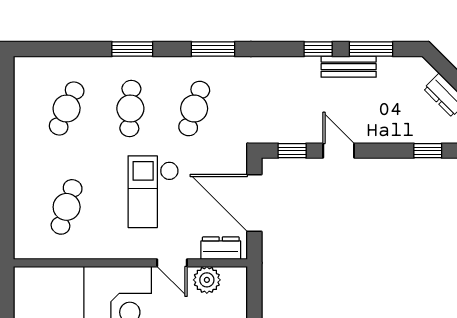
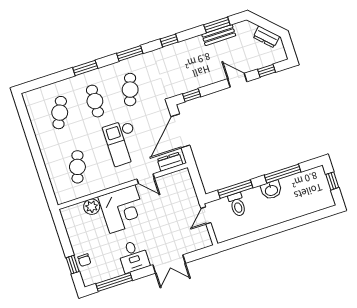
window: (318, 49) -> (169, 41), moved
bench: (349, 67) -> (219, 35), moved
door: (339, 151) -> (237, 80), moved
door: (254, 203) -> (180, 131), hinge flipped
plant: (207, 280) -> (92, 207), moved

